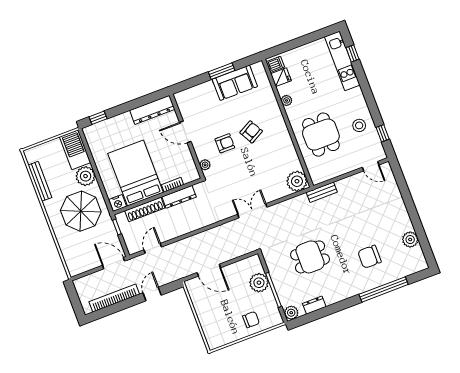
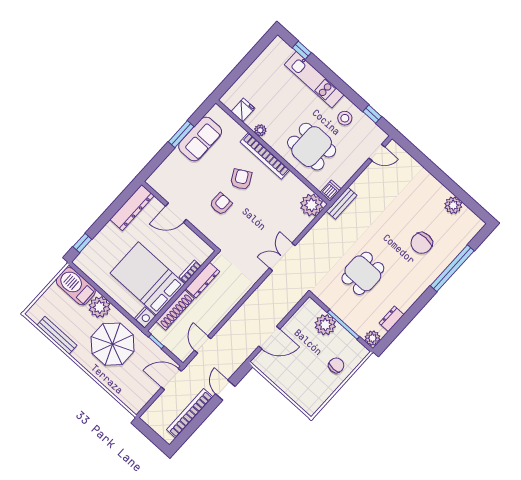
kitchen unit: (342, 61) -> (314, 80), moved
dishwasher: (275, 64) -> (330, 190), moved
bookcase: (280, 123) -> (265, 156), added
plant: (205, 165) -> (212, 235), removed

